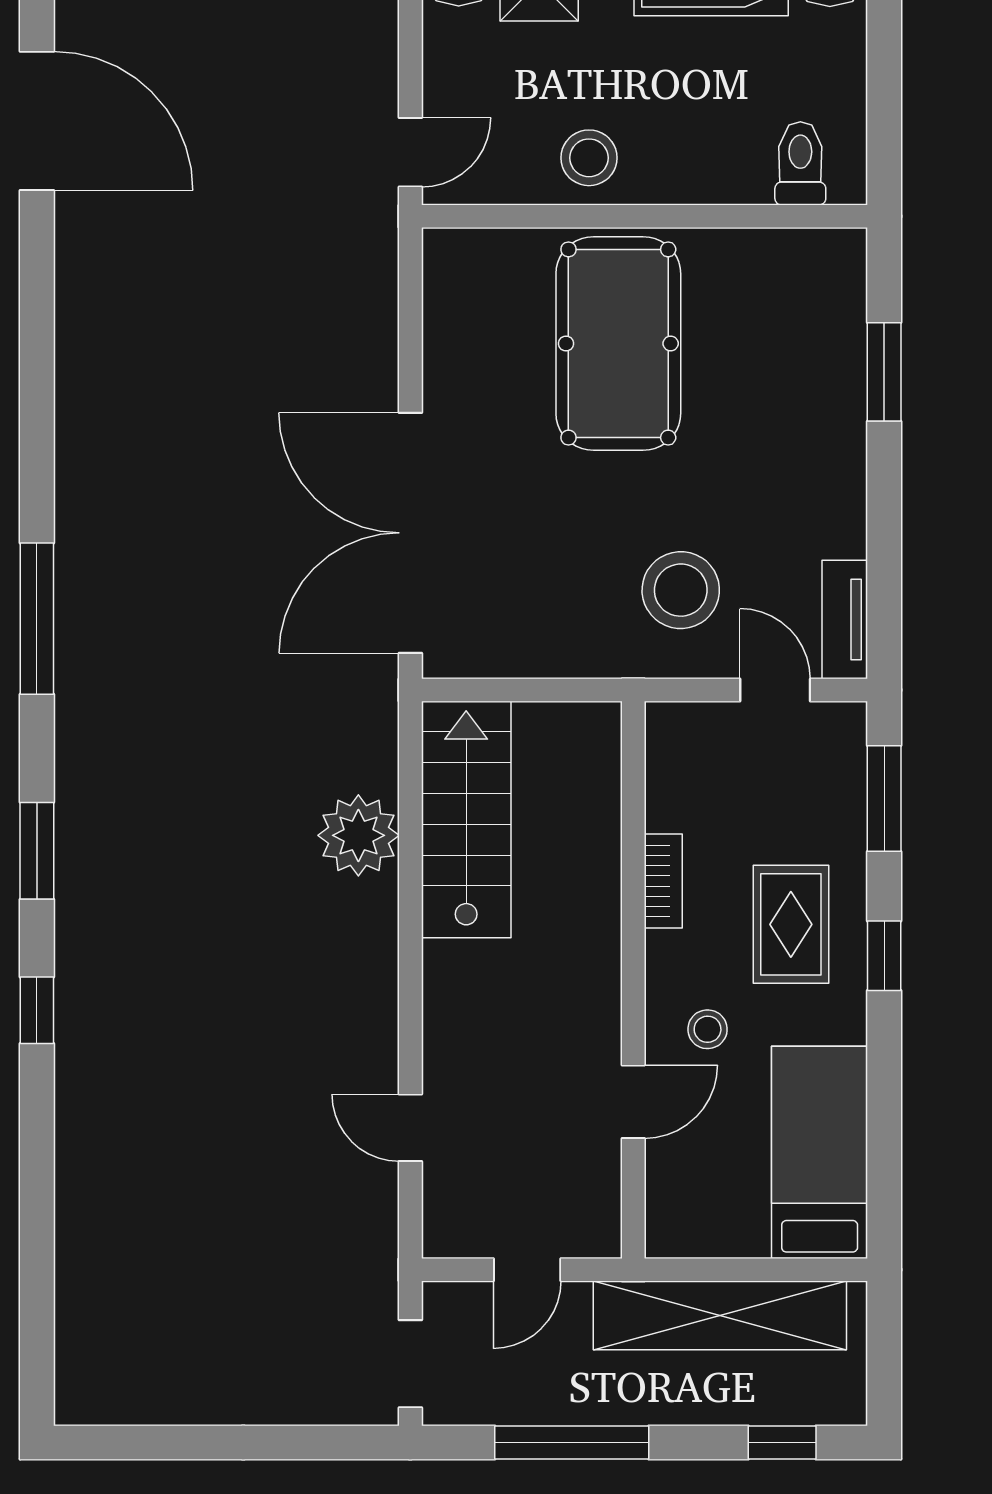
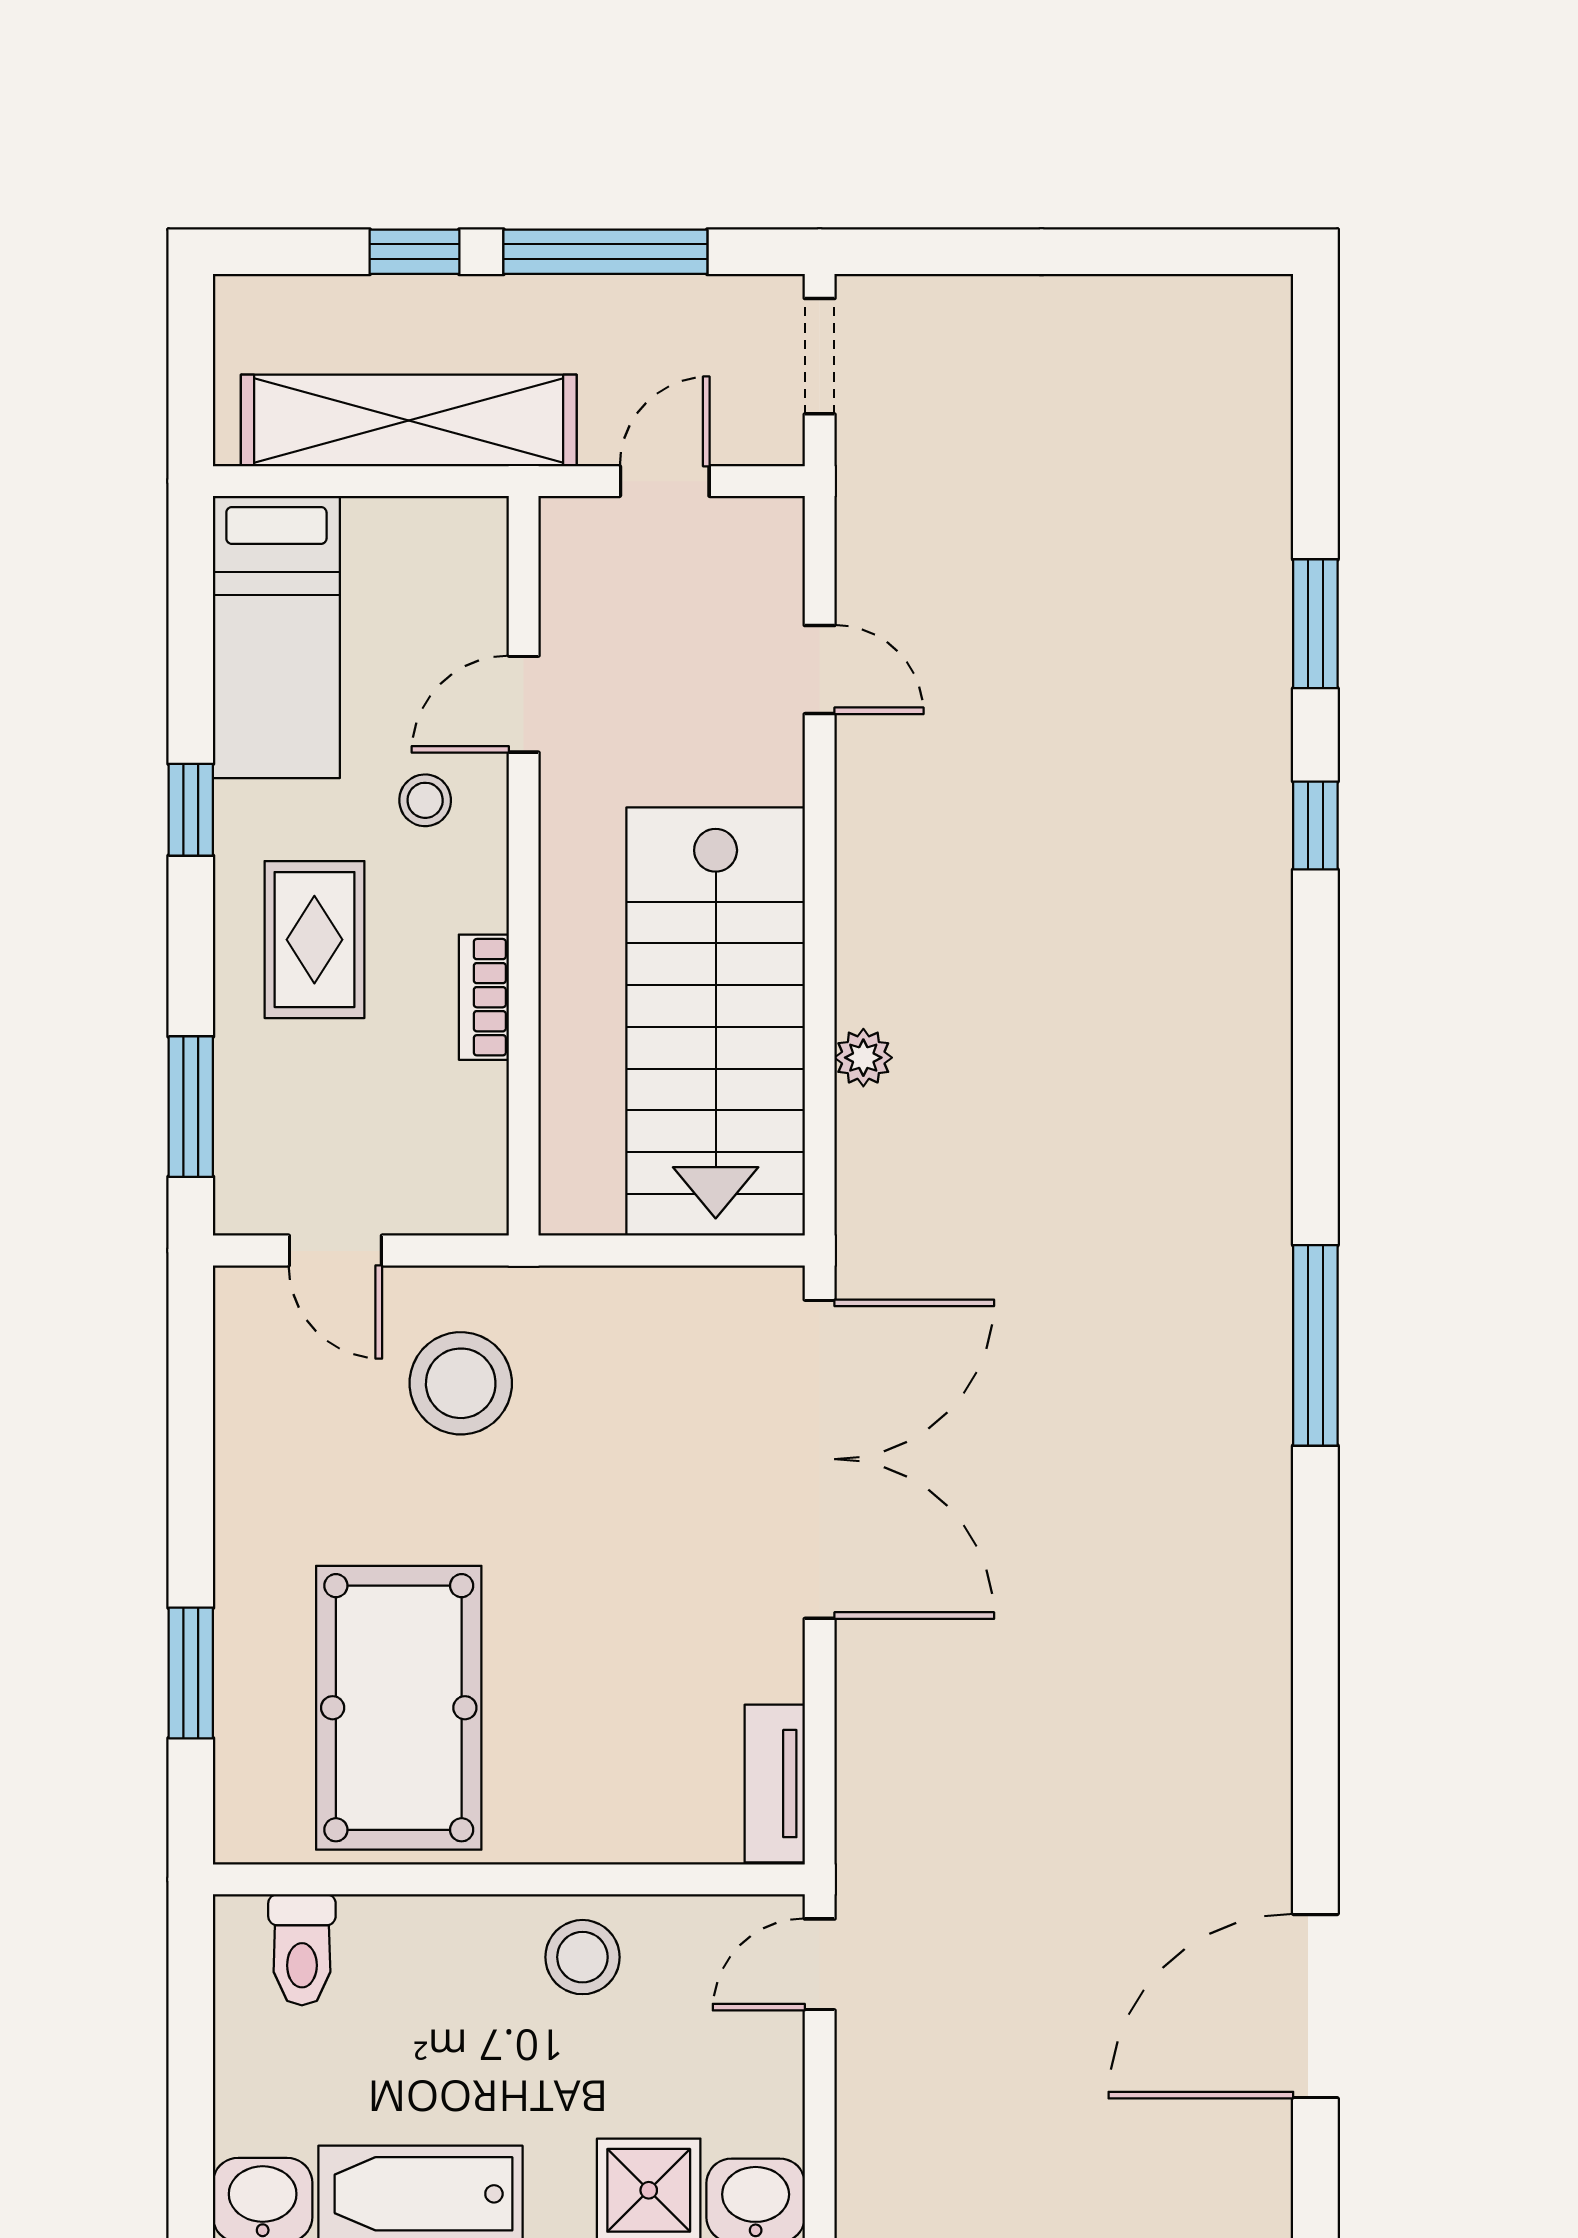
door: (37, 121) -> (1315, 2006), hinge flipped
pool table: (618, 343) -> (399, 1708), moved
tv unit: (845, 620) -> (775, 1784), moved, turned 180
stairs: (466, 820) -> (716, 1022), width x1.36, depth x1.51
plant: (358, 835) -> (863, 1058), width x0.53, depth x0.53
window: (37, 851) -> (1315, 624), moved
window: (884, 956) -> (191, 810), moved
window: (782, 1443) -> (414, 252), moved

